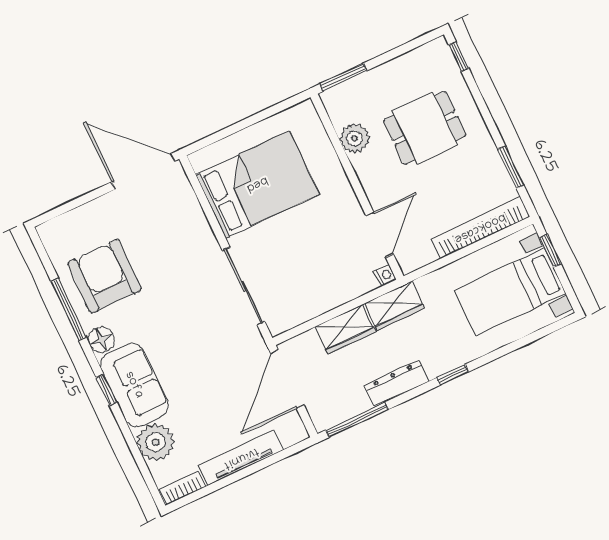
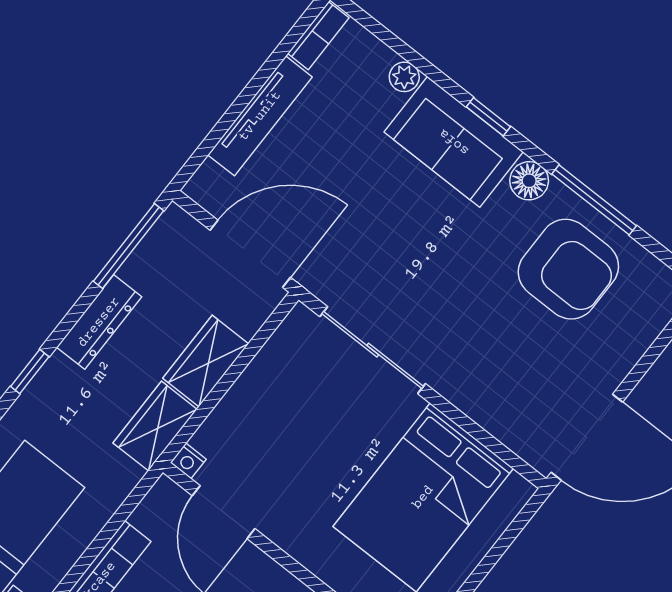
door: (287, 379) -> (250, 254), hinge flipped
plant: (156, 442) -> (404, 77), width x0.53, depth x0.53

